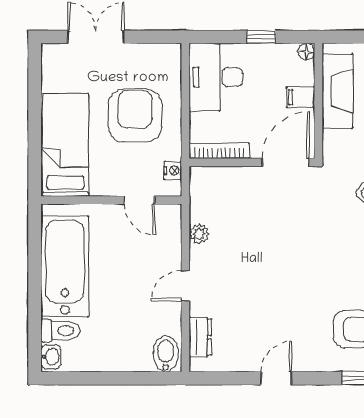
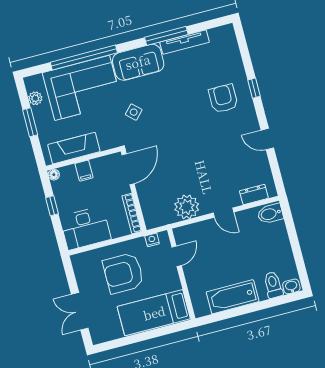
door: (286, 162) -> (128, 169), swing flipped
plant: (199, 234) -> (187, 207), width x1.88, depth x1.88
bathtub: (65, 267) -> (233, 297), width x0.73, depth x0.73

